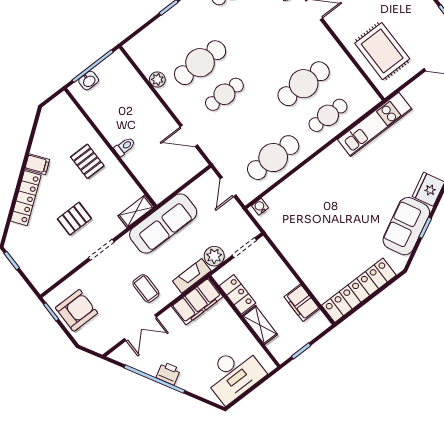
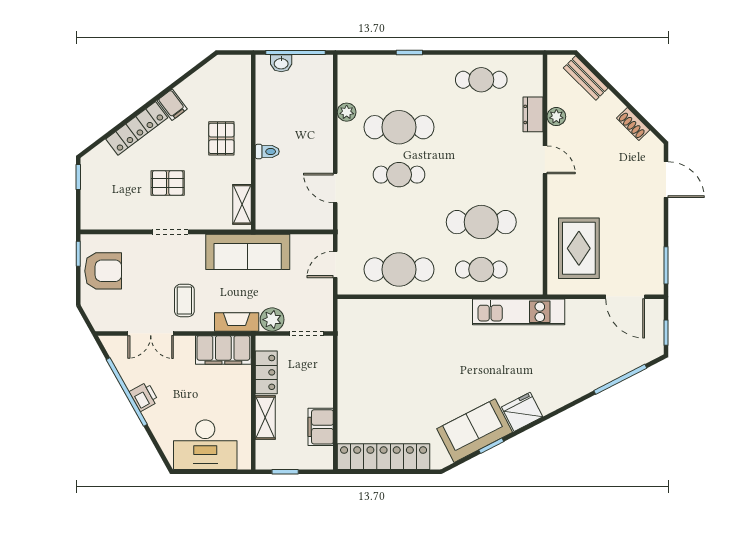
water cooler: (260, 207) -> (351, 306), removed
shelving: (136, 211) -> (242, 204), moved, turned 90

